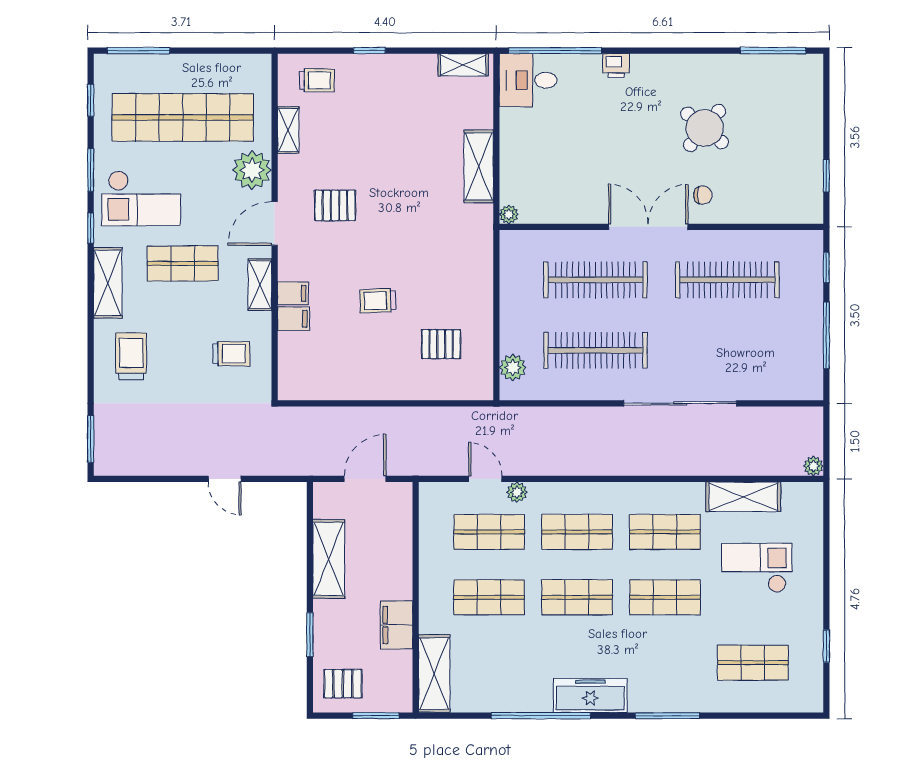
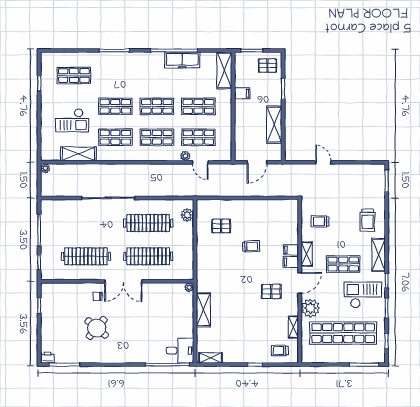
printer: (616, 66) -> (48, 357), moved
filing cabinet: (294, 319) -> (291, 262), moved
filing cabinet: (397, 625) -> (242, 93), width x0.50
freezer: (590, 696) -> (182, 60), moved

